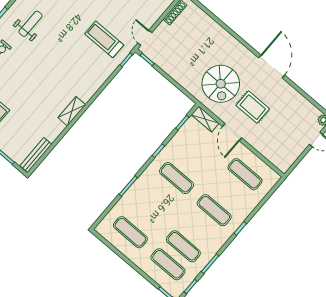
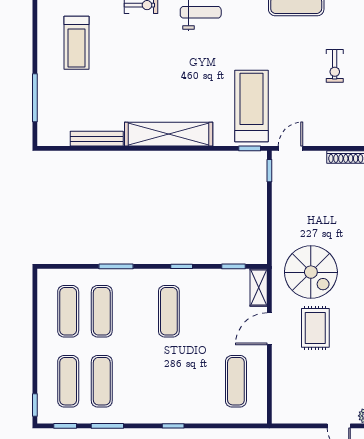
treadmill: (104, 39) -> (252, 106), width x1.37, depth x1.38
spiral stairs: (221, 84) -> (311, 272), turned -90
shelving: (72, 111) -> (169, 134), width x2.20, depth x1.33
bench: (36, 155) -> (97, 139), moved
exercise mat: (214, 210) -> (102, 311), moved

